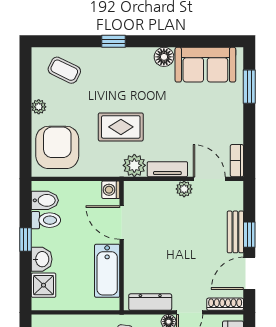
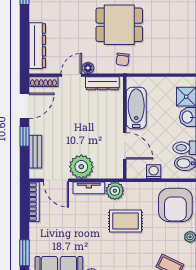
bookcase: (237, 161) -> (34, 202), width x1.56
plant: (184, 189) -> (81, 167), width x1.87, depth x1.87
washing machine: (111, 190) -> (154, 172), moved, turned -90
bench: (235, 232) -> (35, 152), moved

